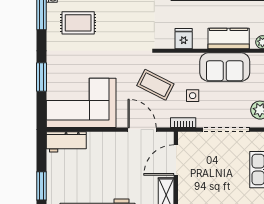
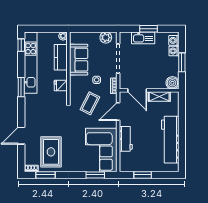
rug: (78, 23) -> (51, 152), width x1.36, depth x1.43
window: (41, 77) -> (95, 175), moved
workbench: (66, 142) -> (126, 139), moved
window: (41, 186) -> (143, 175), moved

